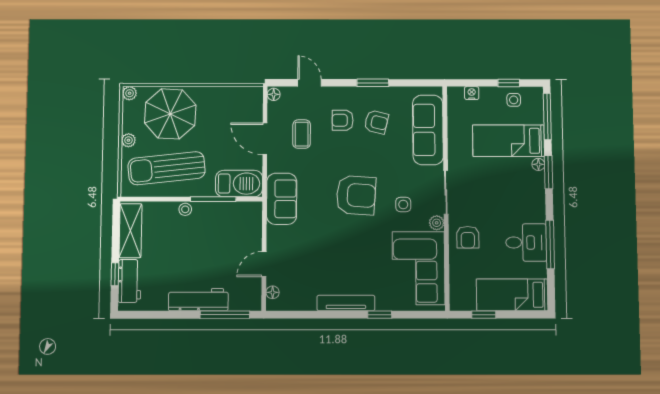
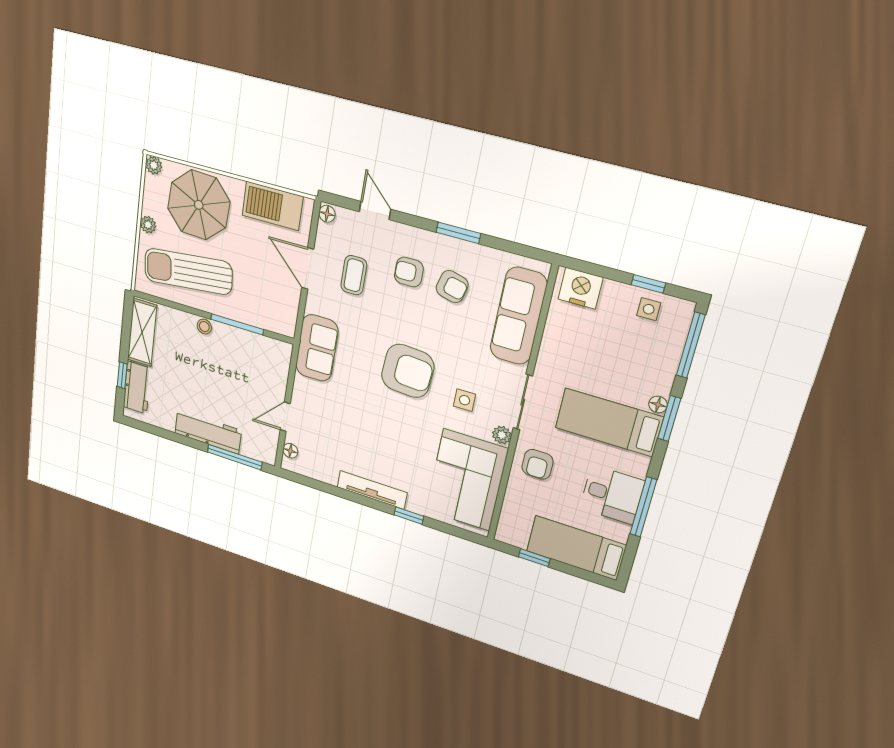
nightstand: (472, 93) -> (581, 288), width x1.89, depth x1.79
bed: (508, 141) -> (609, 422), moved
barbecue: (239, 184) -> (273, 206), moved, turned 180

